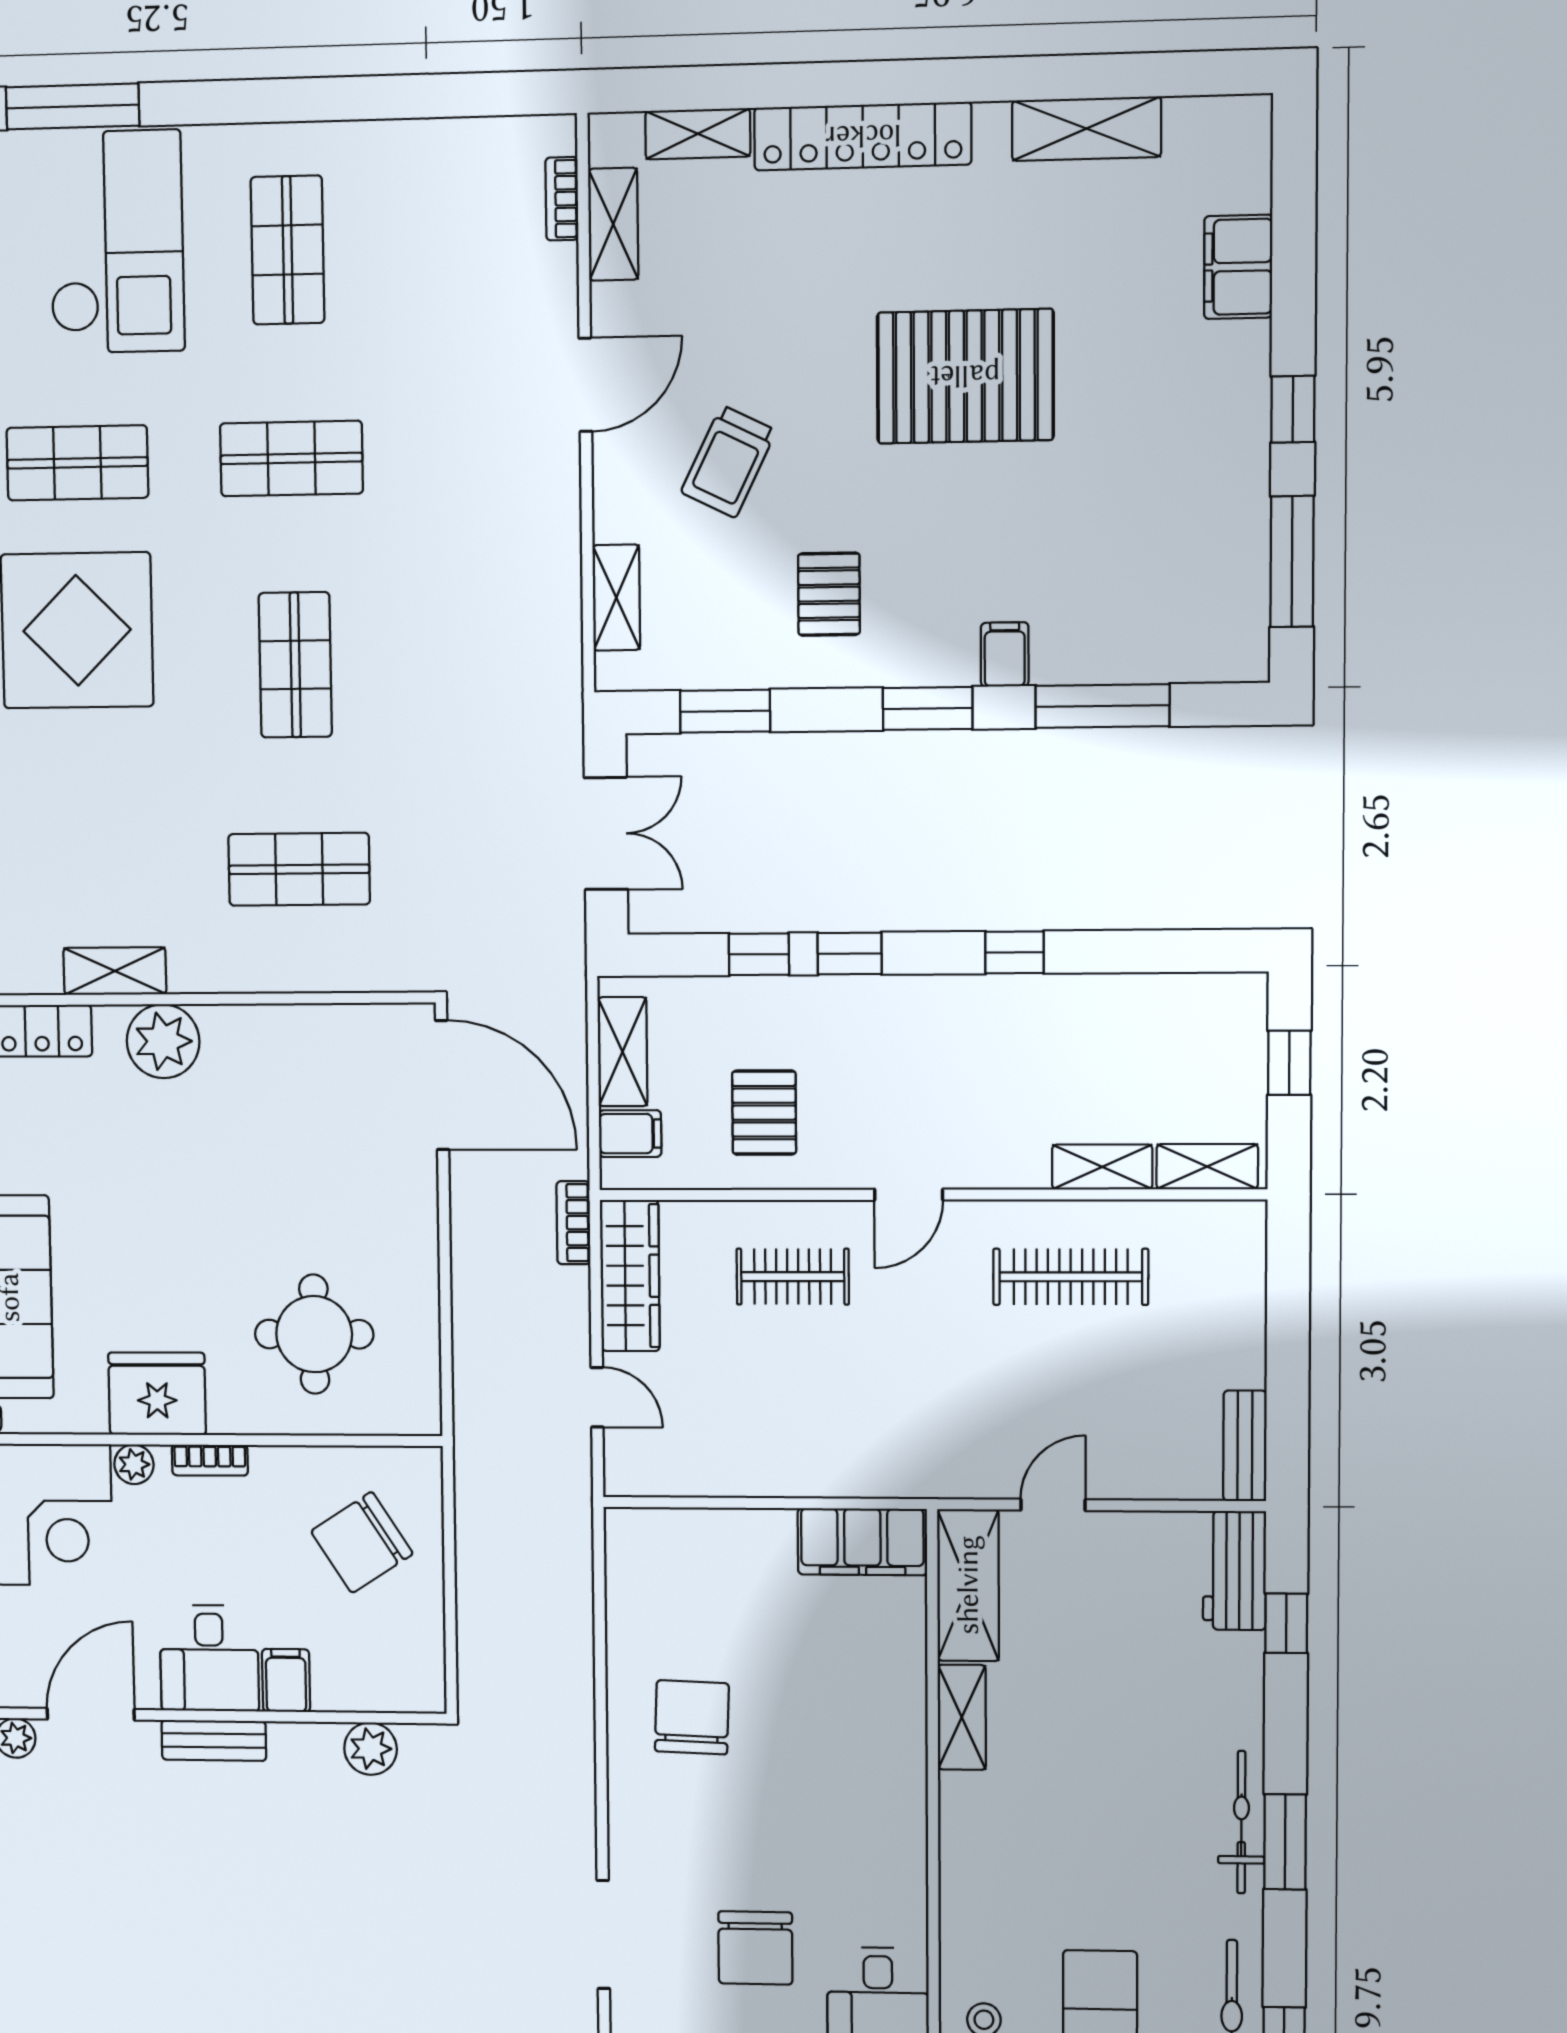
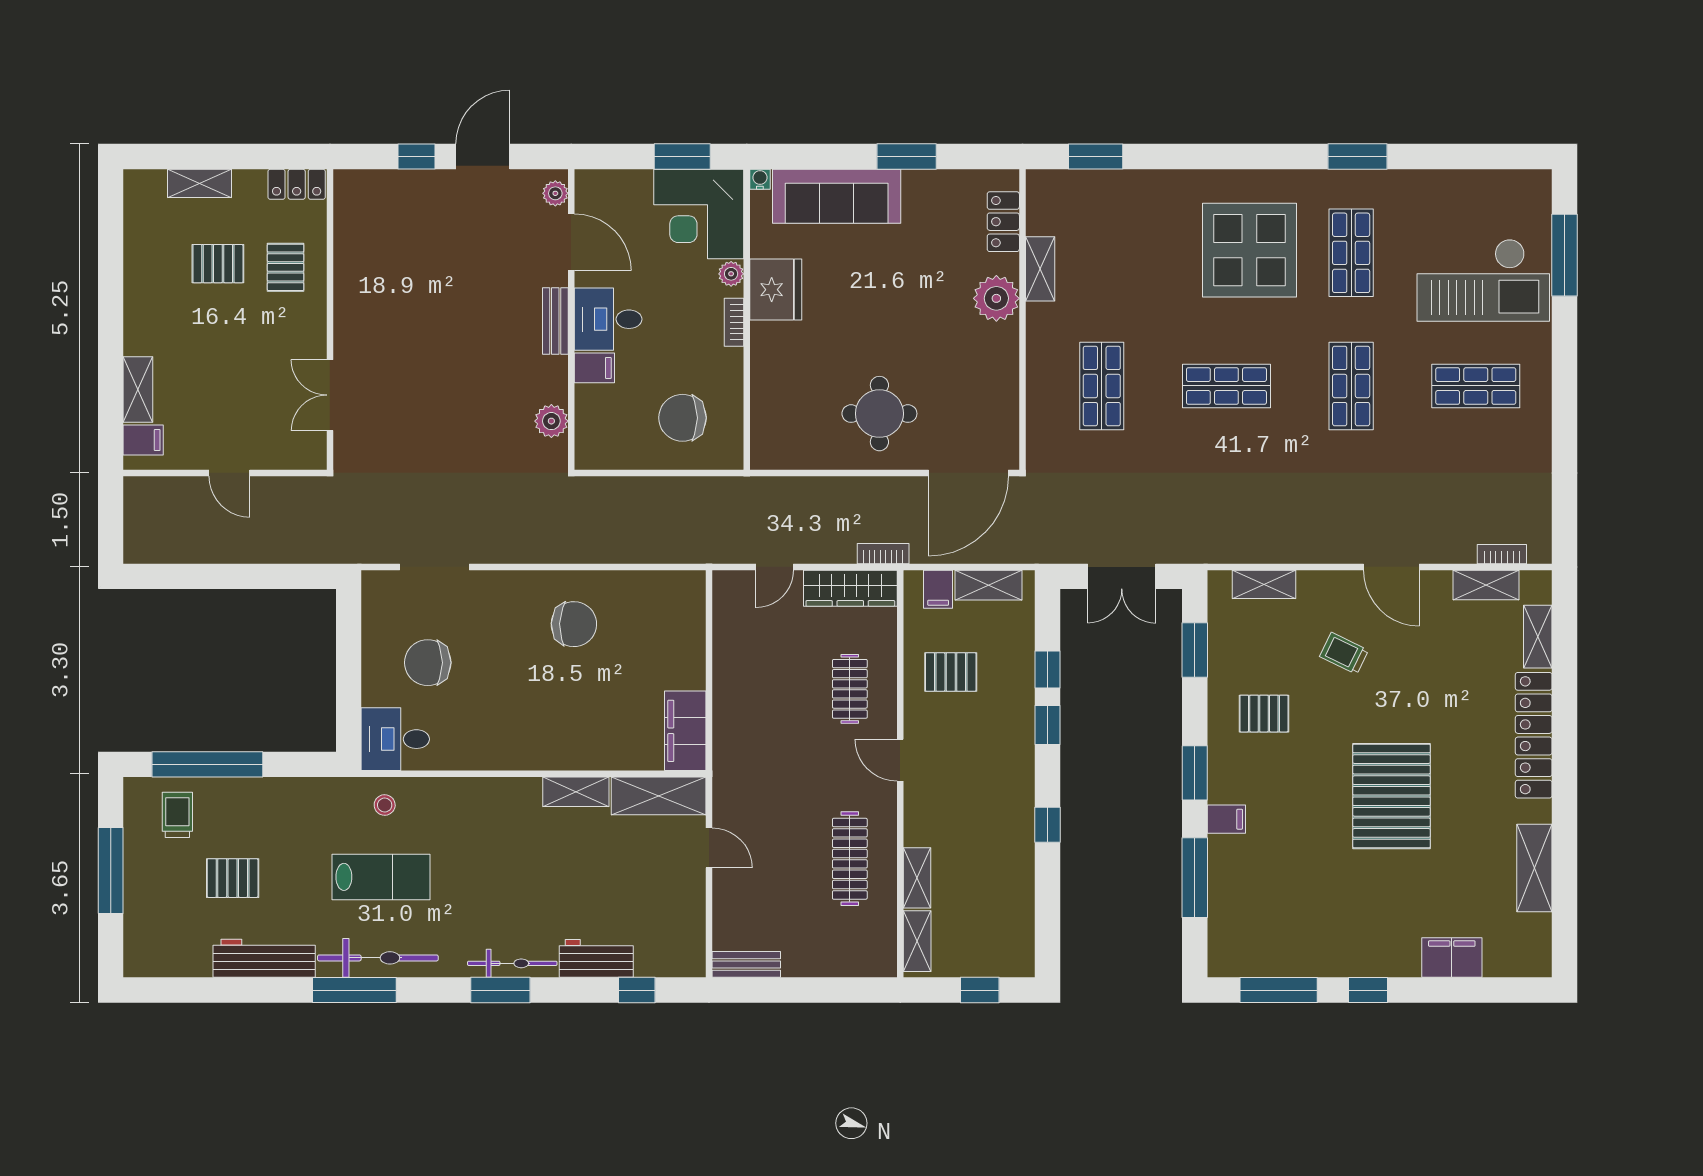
trolley: (728, 462) -> (1344, 653), width x0.73, depth x0.72
round table: (314, 1334) -> (879, 414), moved
chair: (362, 1542) -> (682, 418), turned -57
workbench: (1234, 1571) -> (596, 958), moved

